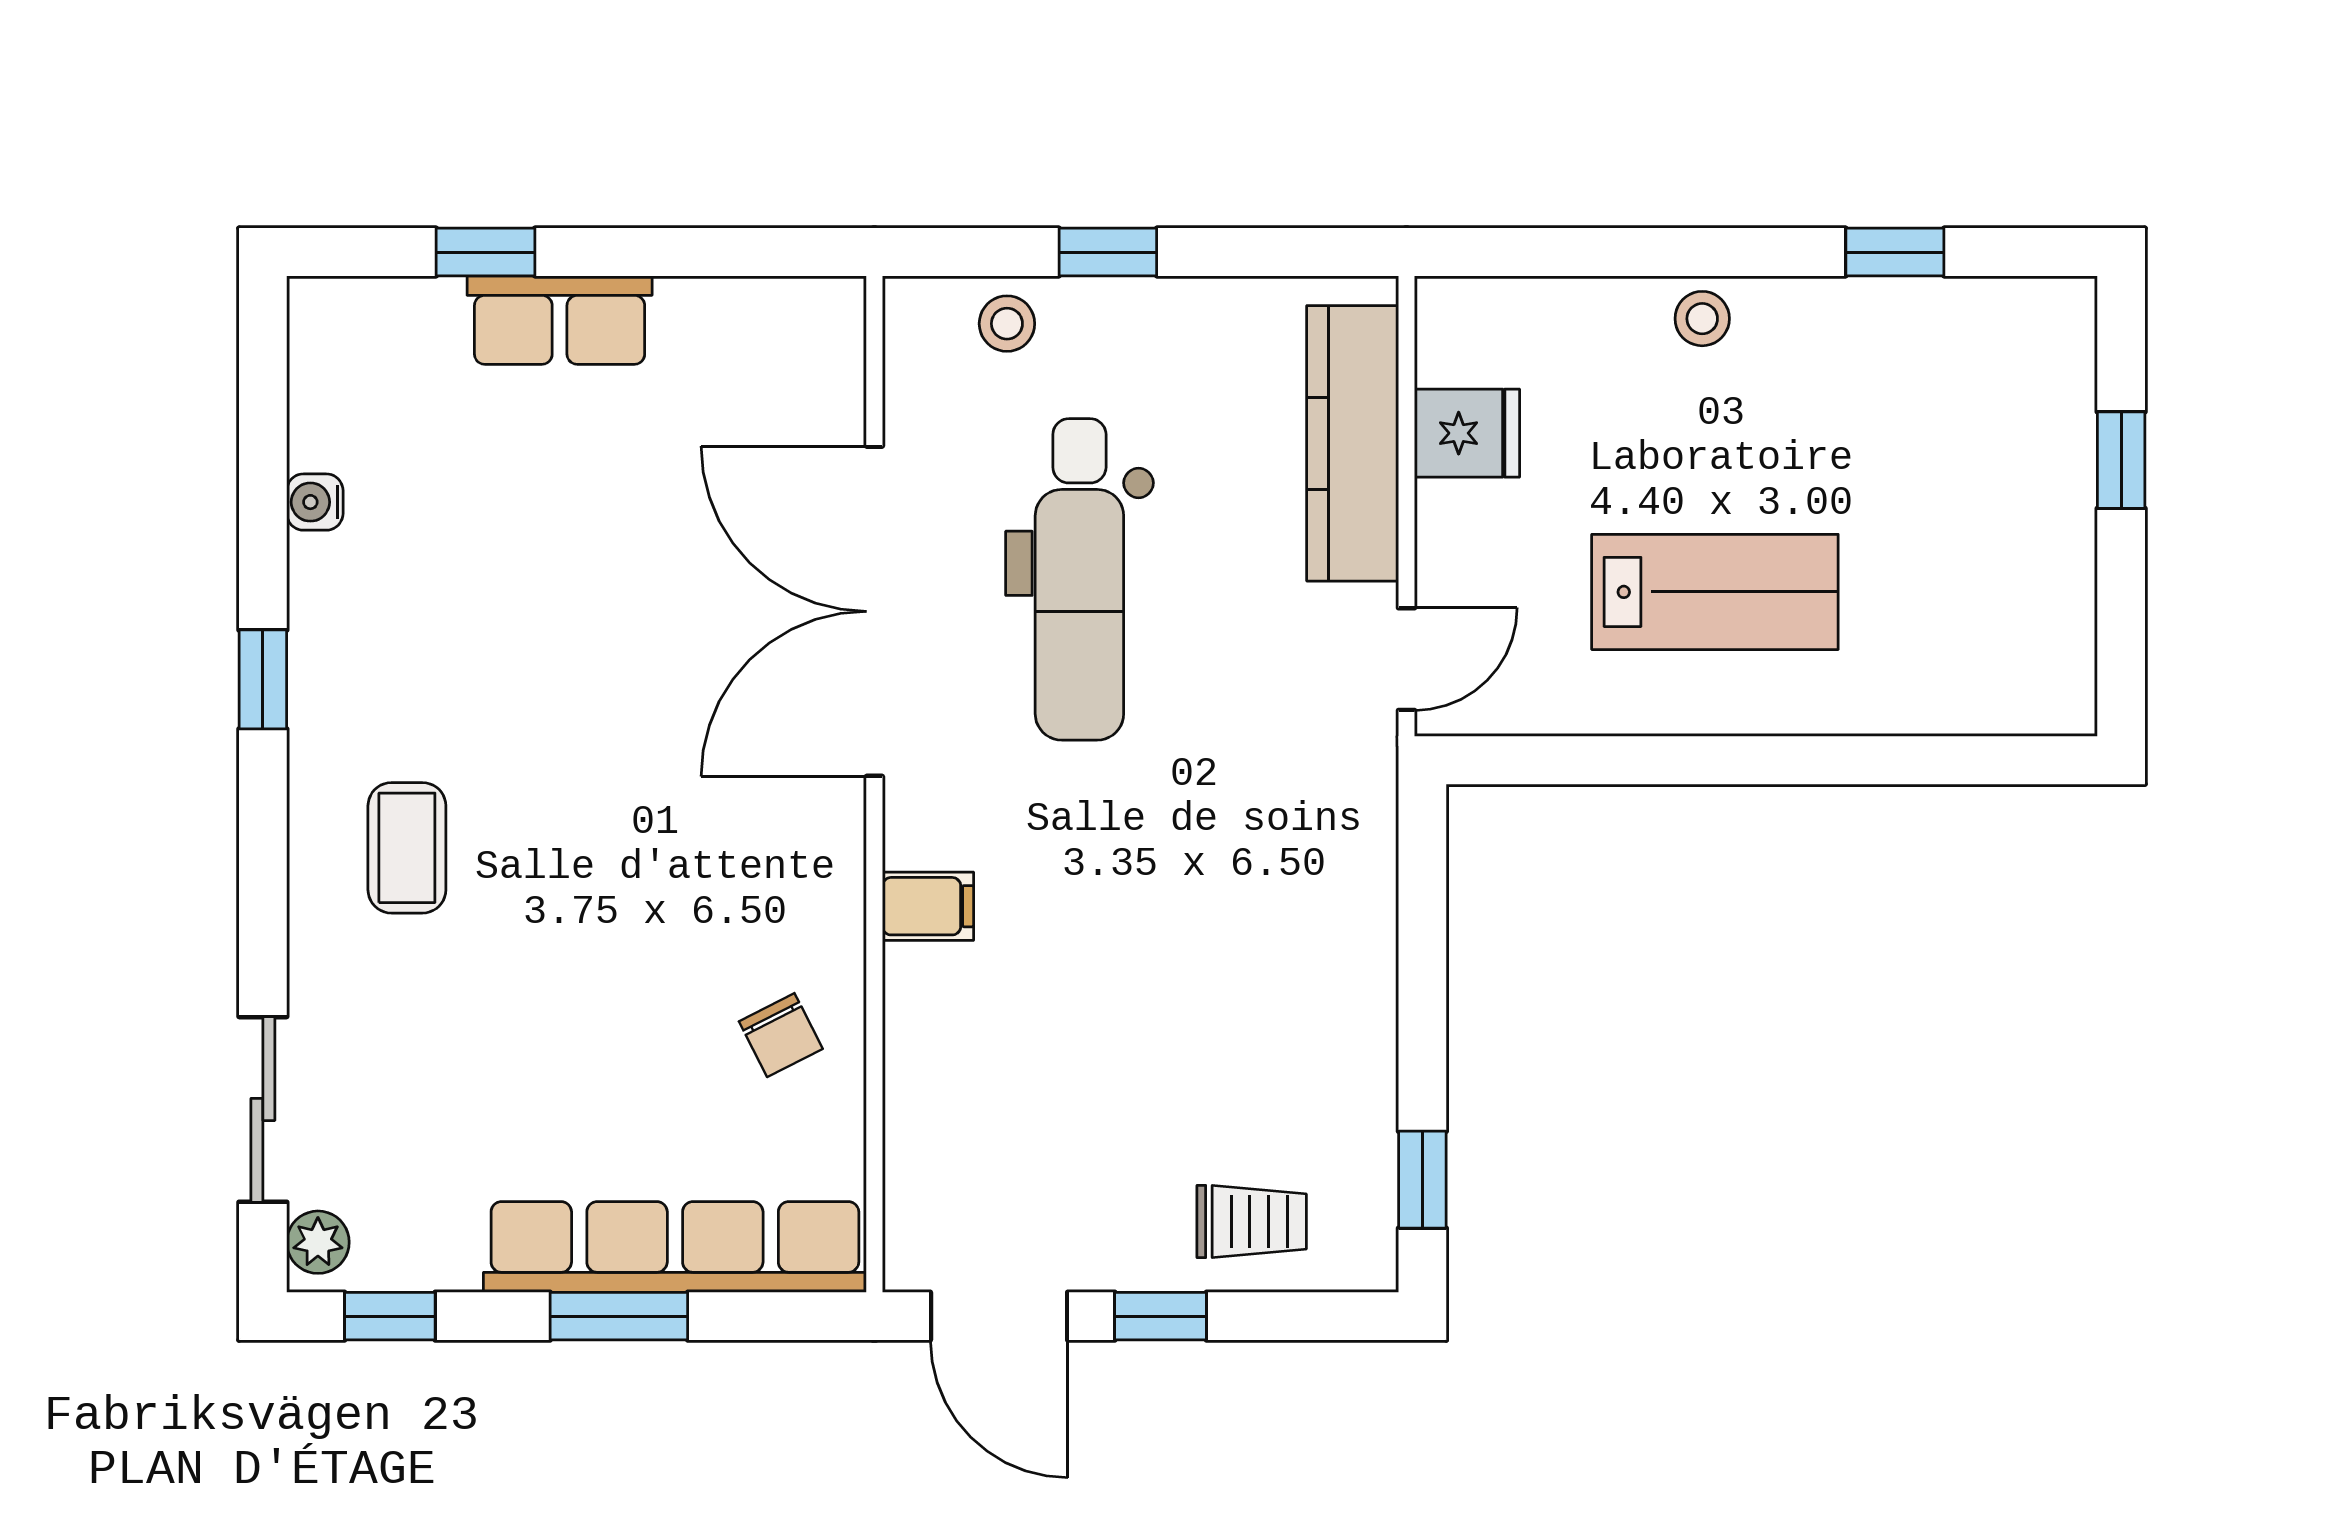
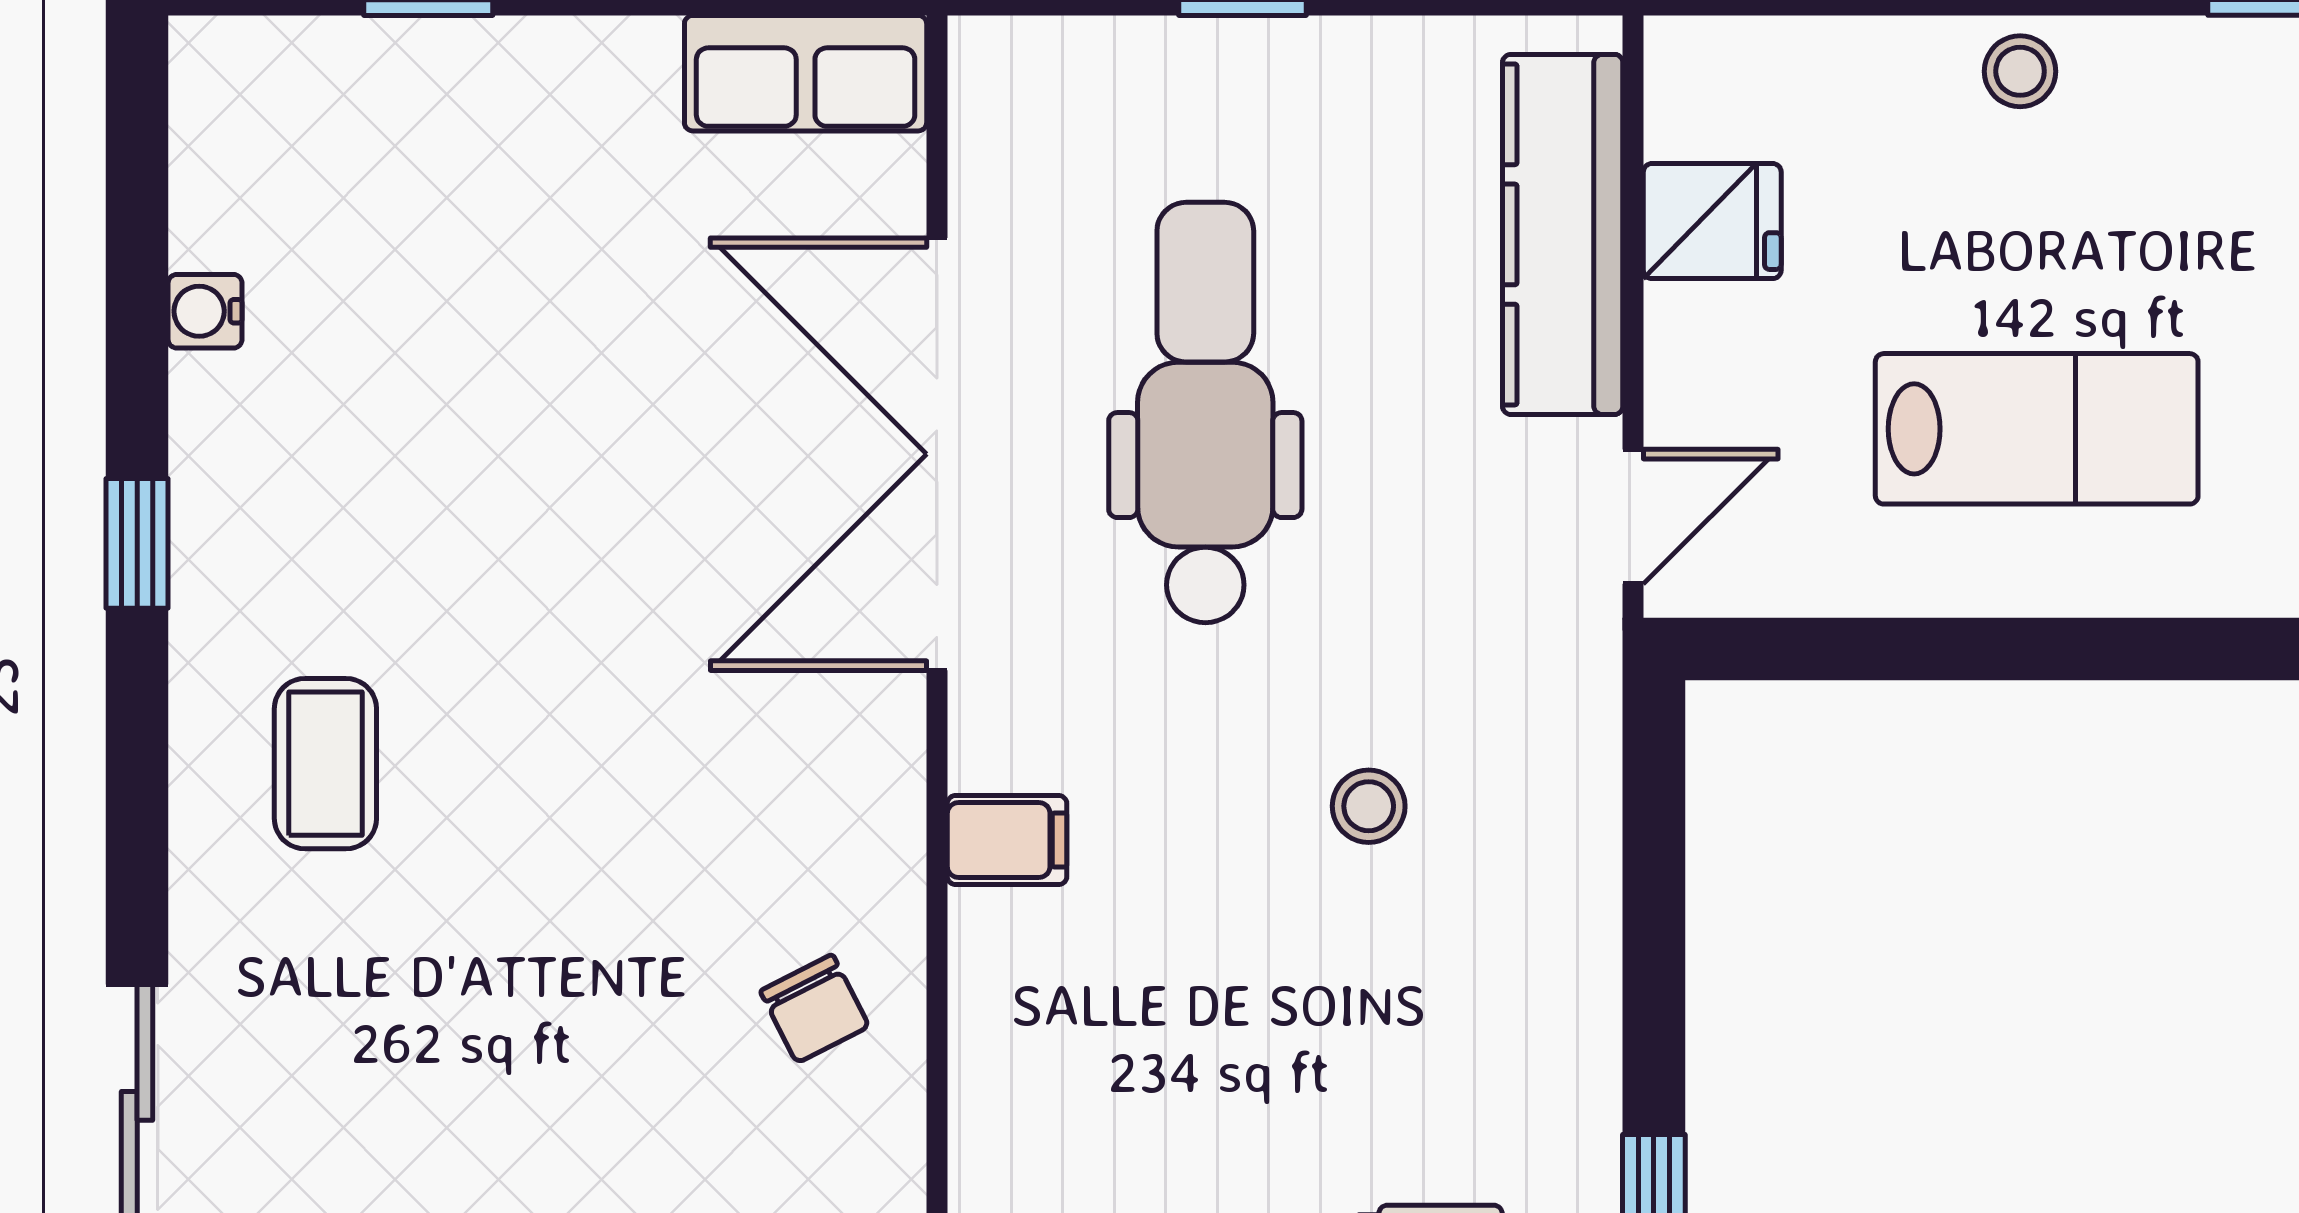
row of seats: (560, 320) -> (806, 73), moved
stool: (1007, 324) -> (1369, 806), moved
dental chair: (1079, 579) -> (1205, 412), turned 180

